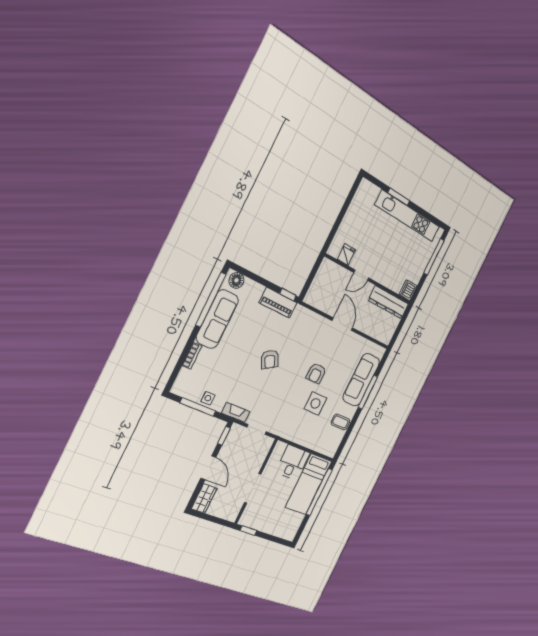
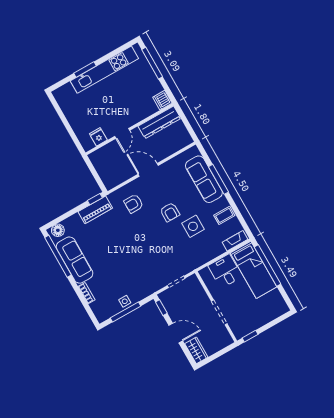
armchair: (270, 359) -> (134, 204), moved, turned 119
fireplace: (236, 412) -> (235, 241), moved

